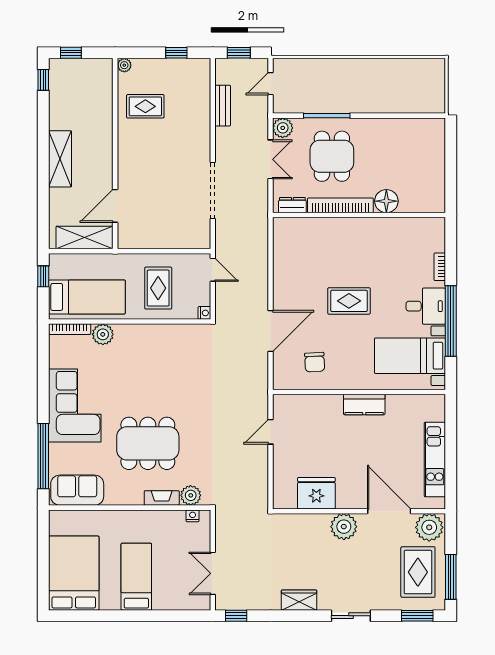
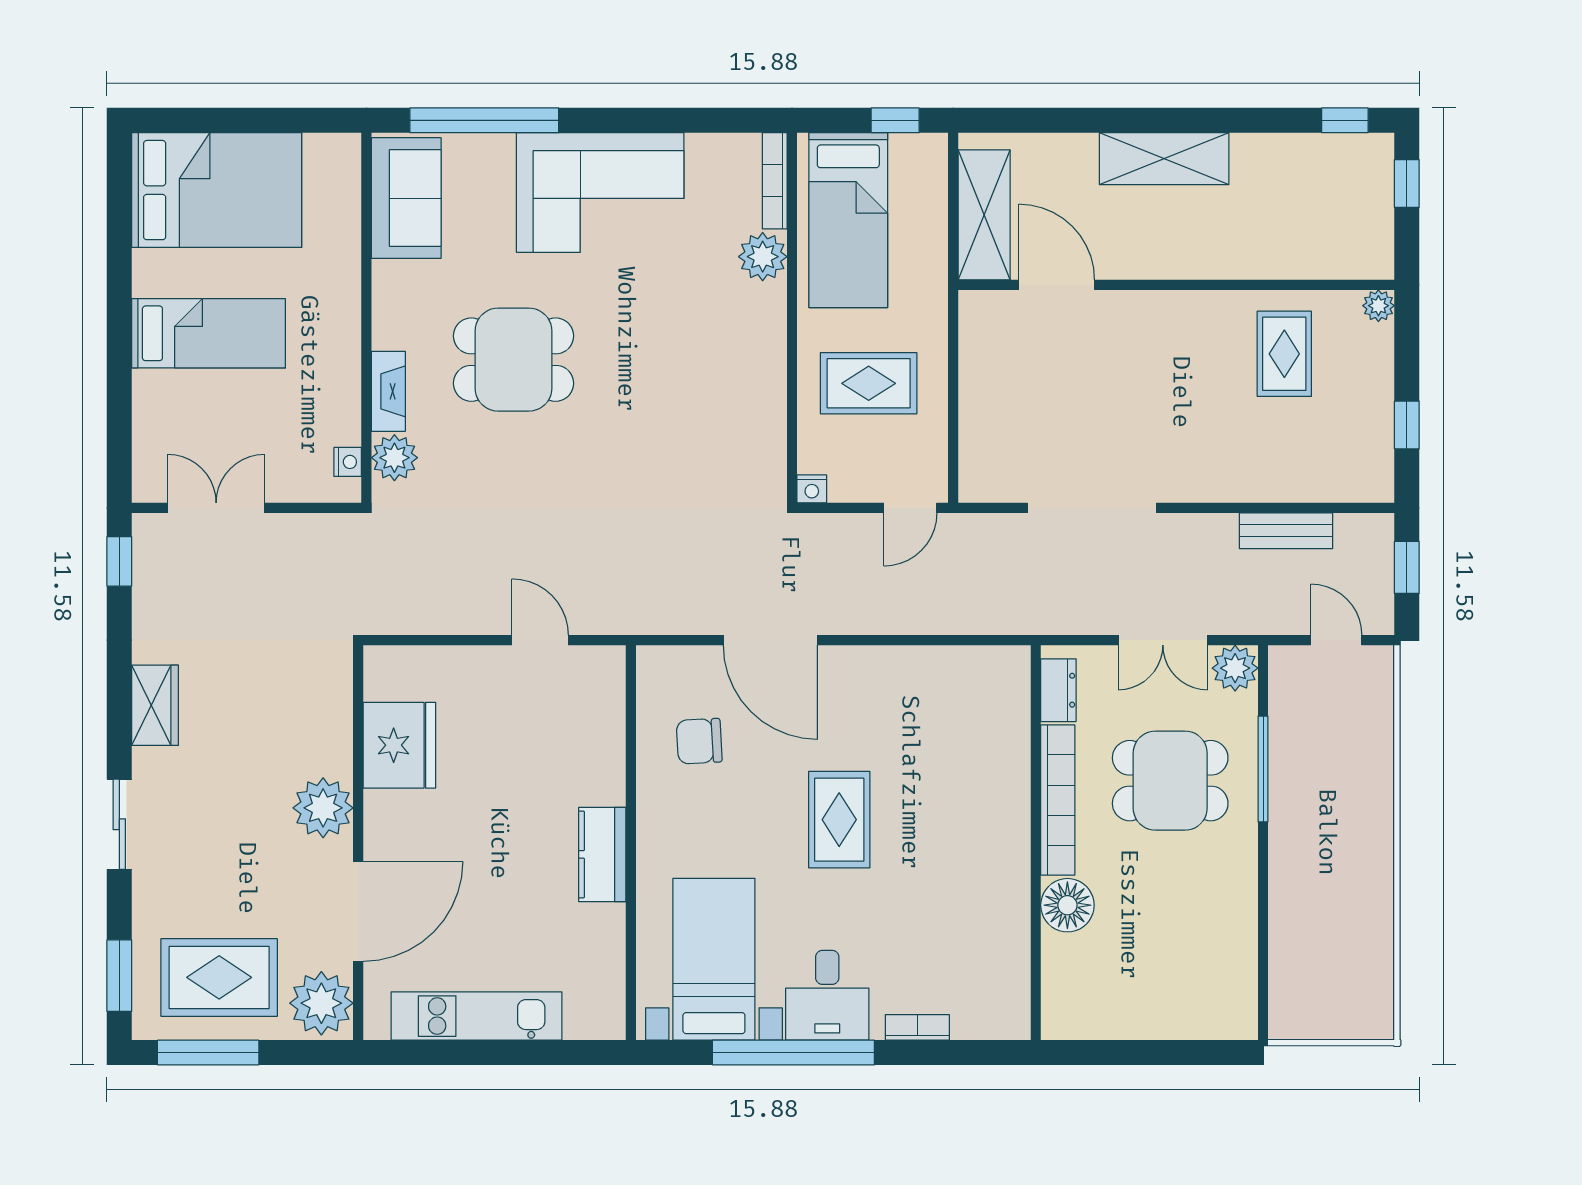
dining table: (148, 443) -> (513, 360), width x0.73

